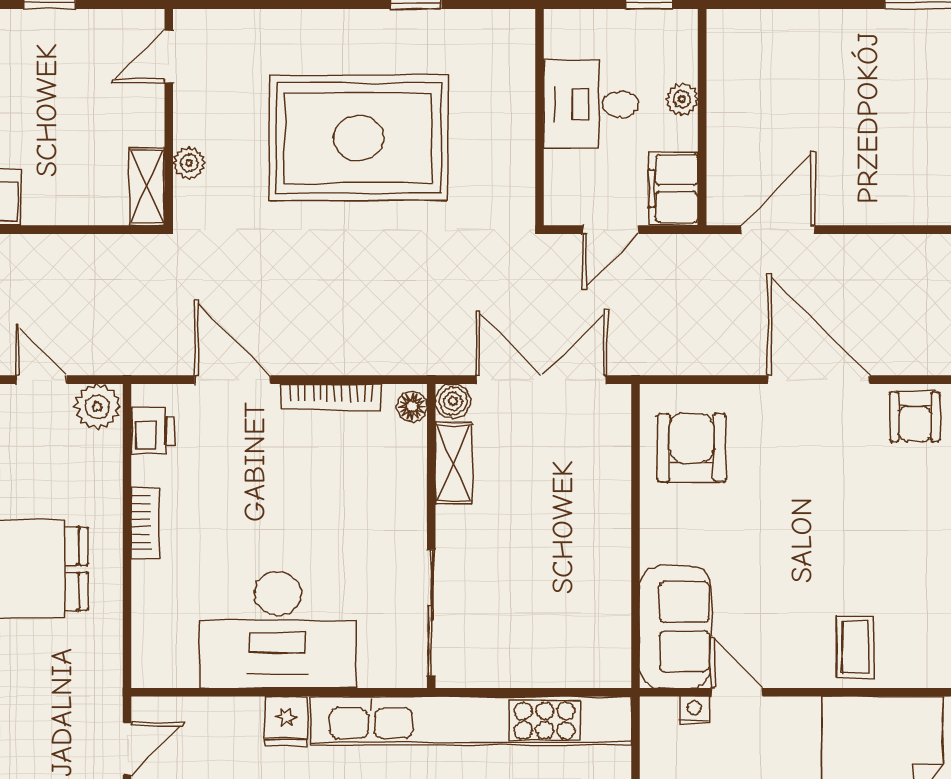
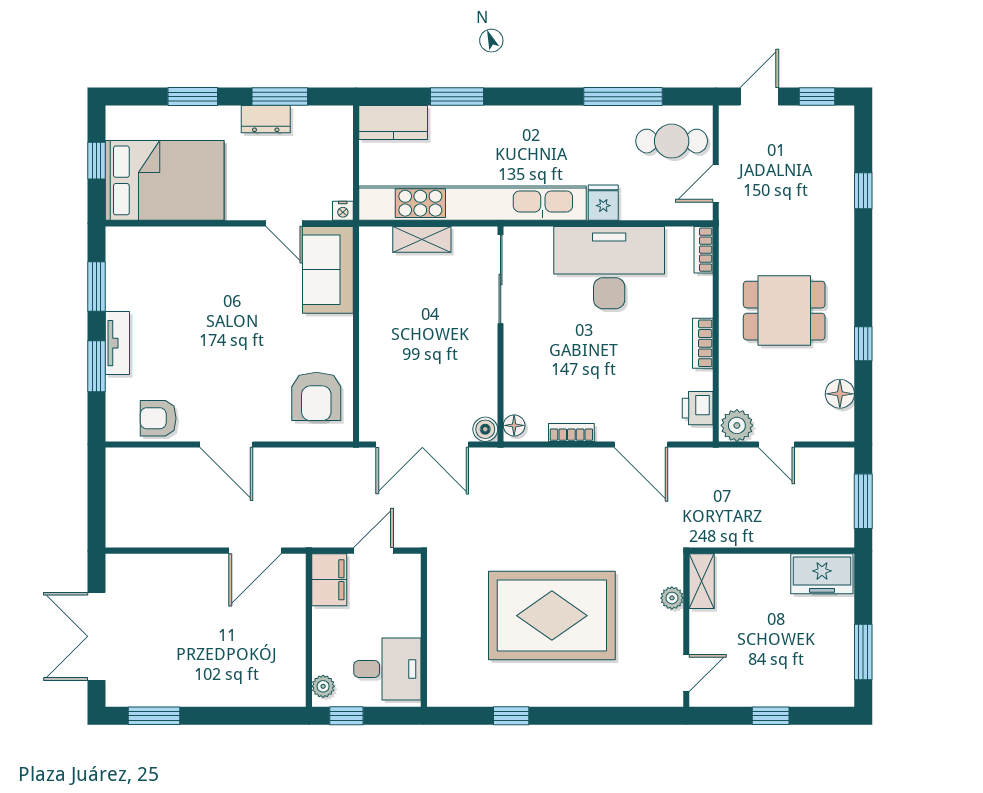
plant: (682, 99) -> (323, 686), moved
desk: (591, 104) -> (387, 669), moved
door: (819, 380) -> (226, 445), width x0.73
bookcase: (331, 397) -> (571, 432), width x0.64
armchair: (915, 417) -> (158, 418), turned -90
shelving: (454, 463) -> (422, 239), moved, turned 90
coffee table: (855, 647) -> (200, 255), removed
bookcase: (144, 655) -> (703, 250), added
nightstand: (695, 710) -> (343, 211), moved

